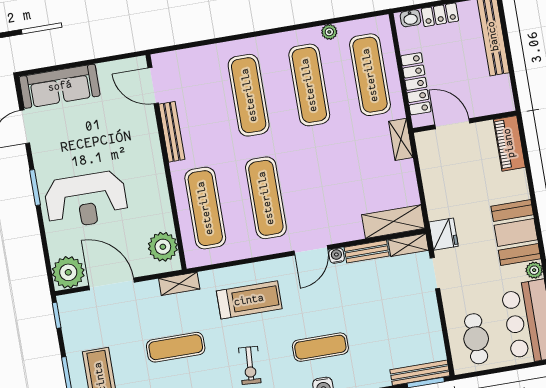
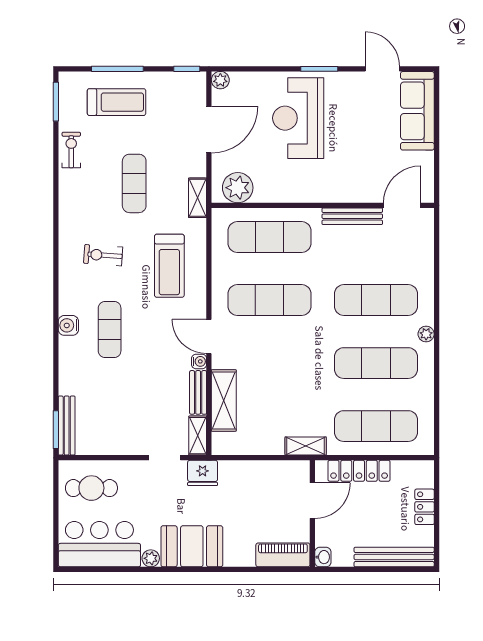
washbasin: (410, 18) -> (323, 557), moved, turned 180
plant: (329, 32) -> (426, 334), moved
shelving: (393, 222) -> (224, 400), moved
plant: (68, 272) -> (220, 80), width x0.53, depth x0.53

